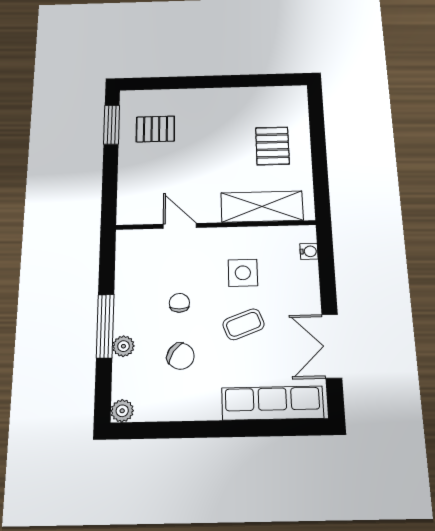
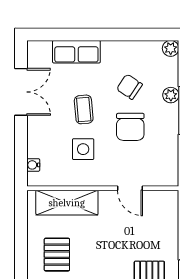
chair: (179, 303) -> (130, 127), width x1.87, depth x1.87
coffee table: (244, 324) -> (84, 109), turned -74
row of seats: (272, 403) -> (76, 52), width x0.68

